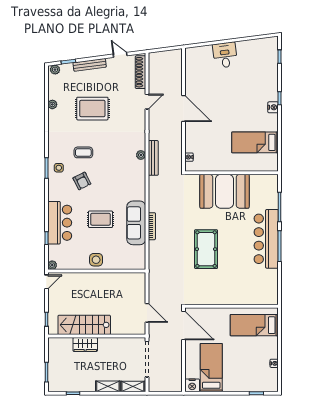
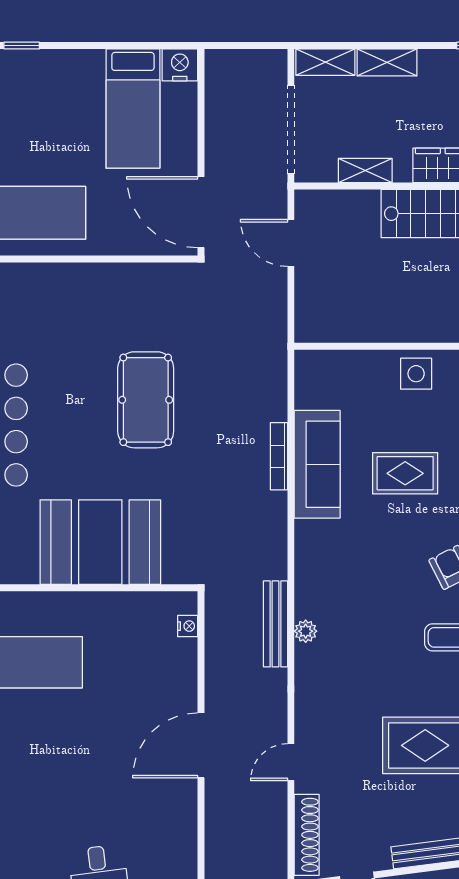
door: (184, 109) -> (201, 745), hinge flipped
shelving: (117, 342) -> (365, 171), added

